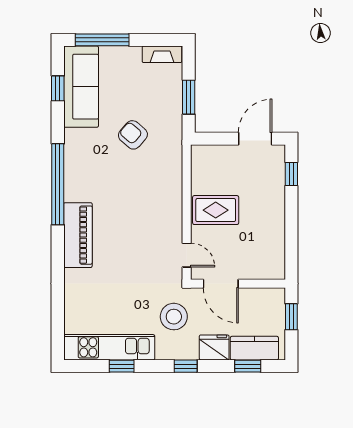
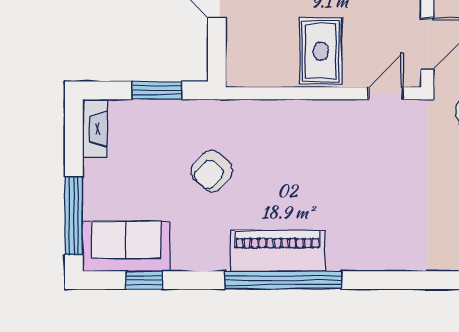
sofa: (81, 87) -> (126, 246), width x0.73
piano: (78, 235) -> (278, 251), moved

